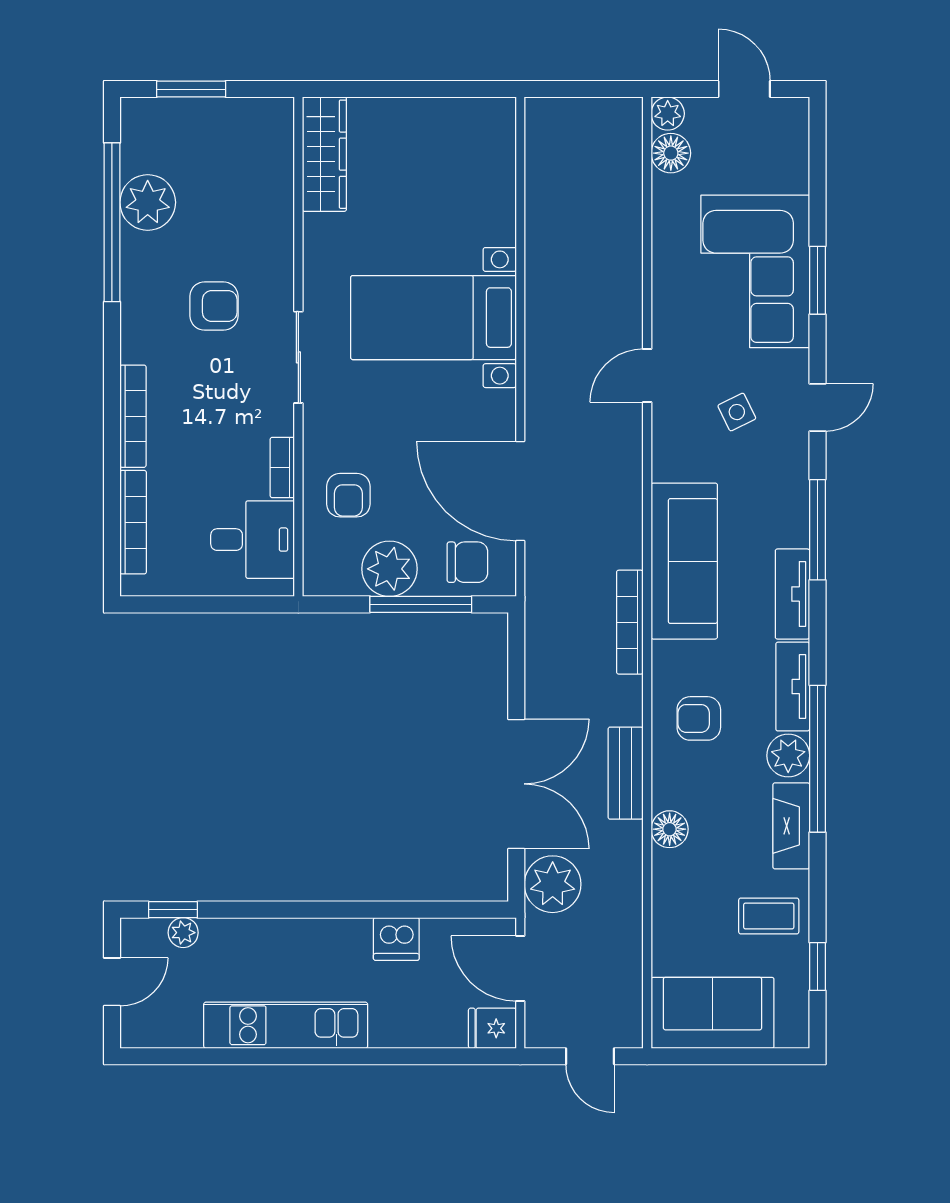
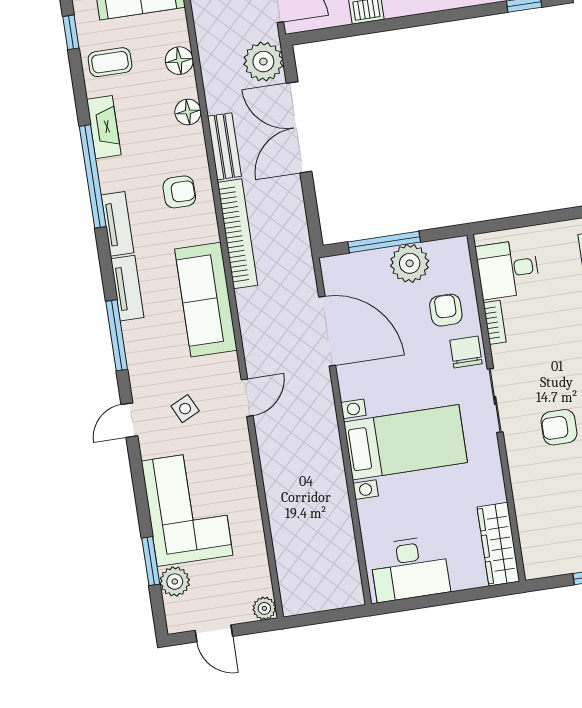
desk: (454, 138) -> (410, 569), added
floor lamp: (671, 153) -> (179, 61), moved
window: (818, 280) -> (151, 561), moved
door: (647, 376) -> (247, 398), moved
chair: (467, 562) -> (466, 352), moved, turned 90
bookcase: (630, 622) -> (237, 234), width x1.48, depth x1.31
plant: (788, 756) -> (175, 582), moved

